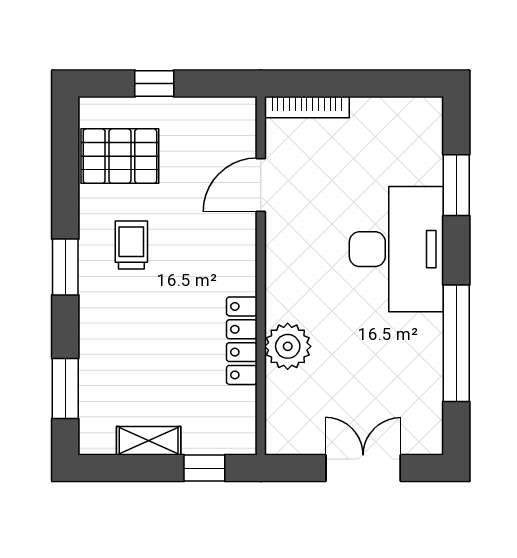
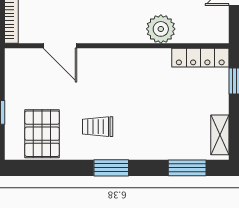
locker: (242, 341) -> (200, 58), moved
shelving: (149, 441) -> (220, 135), moved

